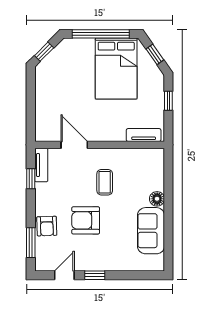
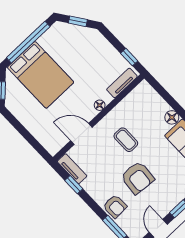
bed: (116, 69) -> (41, 75), moved
window: (168, 101) -> (129, 57), moved
floor lamp: (110, 136) -> (100, 105), added
armchair: (86, 220) -> (137, 178), turned -85

